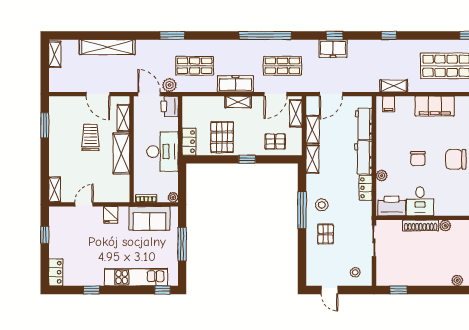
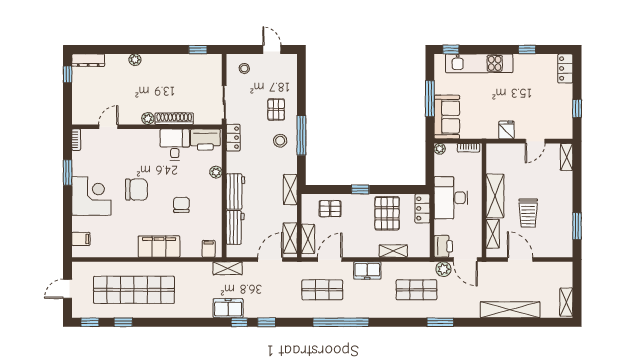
window: (389, 35) -> (239, 322), moved
freezer: (333, 49) -> (228, 308), moved
freezer: (235, 84) -> (367, 270), width x0.71
shelving: (394, 86) -> (228, 268), moved
shelving: (238, 102) -> (393, 251), moved
shelving: (312, 130) -> (290, 238), moved
chair: (418, 159) -> (181, 205), moved
locker: (366, 188) -> (233, 138), moved
sofa: (150, 218) -> (447, 117), moved, turned 90

